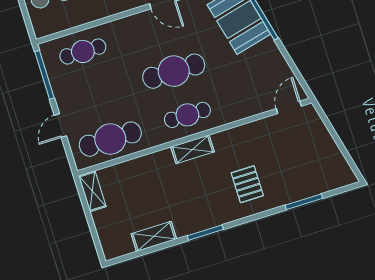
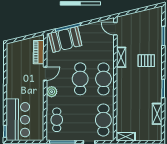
plant: (133, 25) -> (52, 92), added
cafe table: (187, 115) -> (103, 79), width x1.37, depth x1.35
shelving: (193, 149) -> (121, 57), moved

